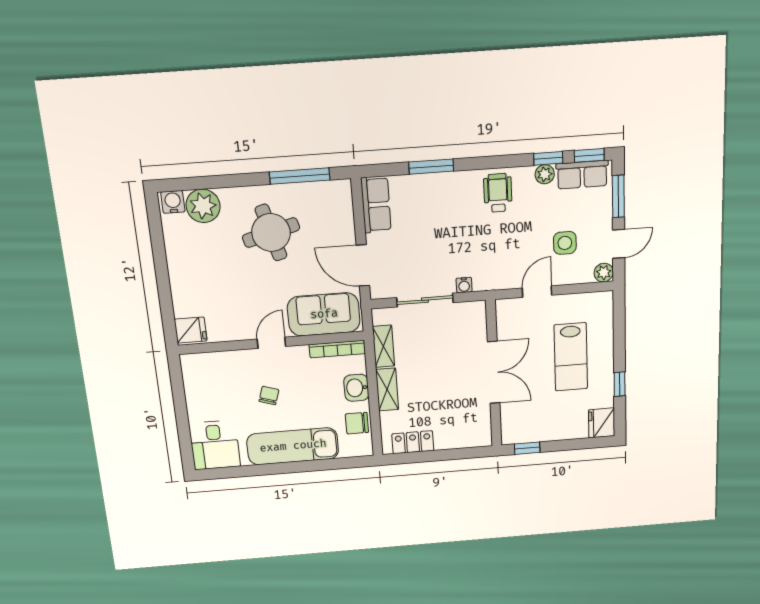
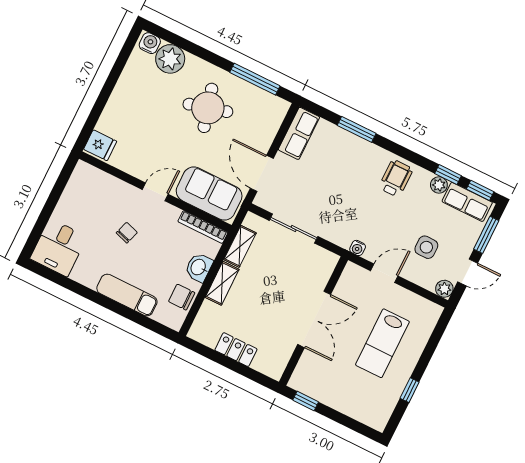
water cooler: (464, 285) -> (358, 248), moved
fridge: (602, 423) -> (378, 415), removed
locker: (413, 442) -> (236, 350), moved
exam couch: (293, 446) -> (127, 295), width x0.73, depth x0.69

